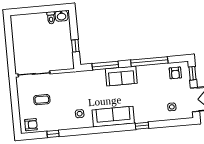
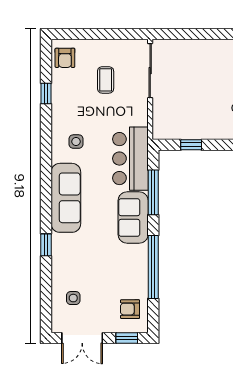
bar counter: (87, 81) -> (130, 159), added

